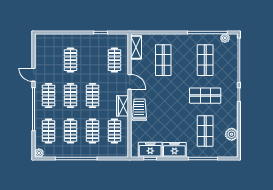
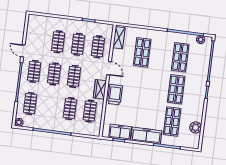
shop shelf: (205, 96) -> (176, 89), turned 90
clothes rail: (71, 131) -> (78, 44), moved
freezer: (174, 150) -> (146, 136), width x1.40

